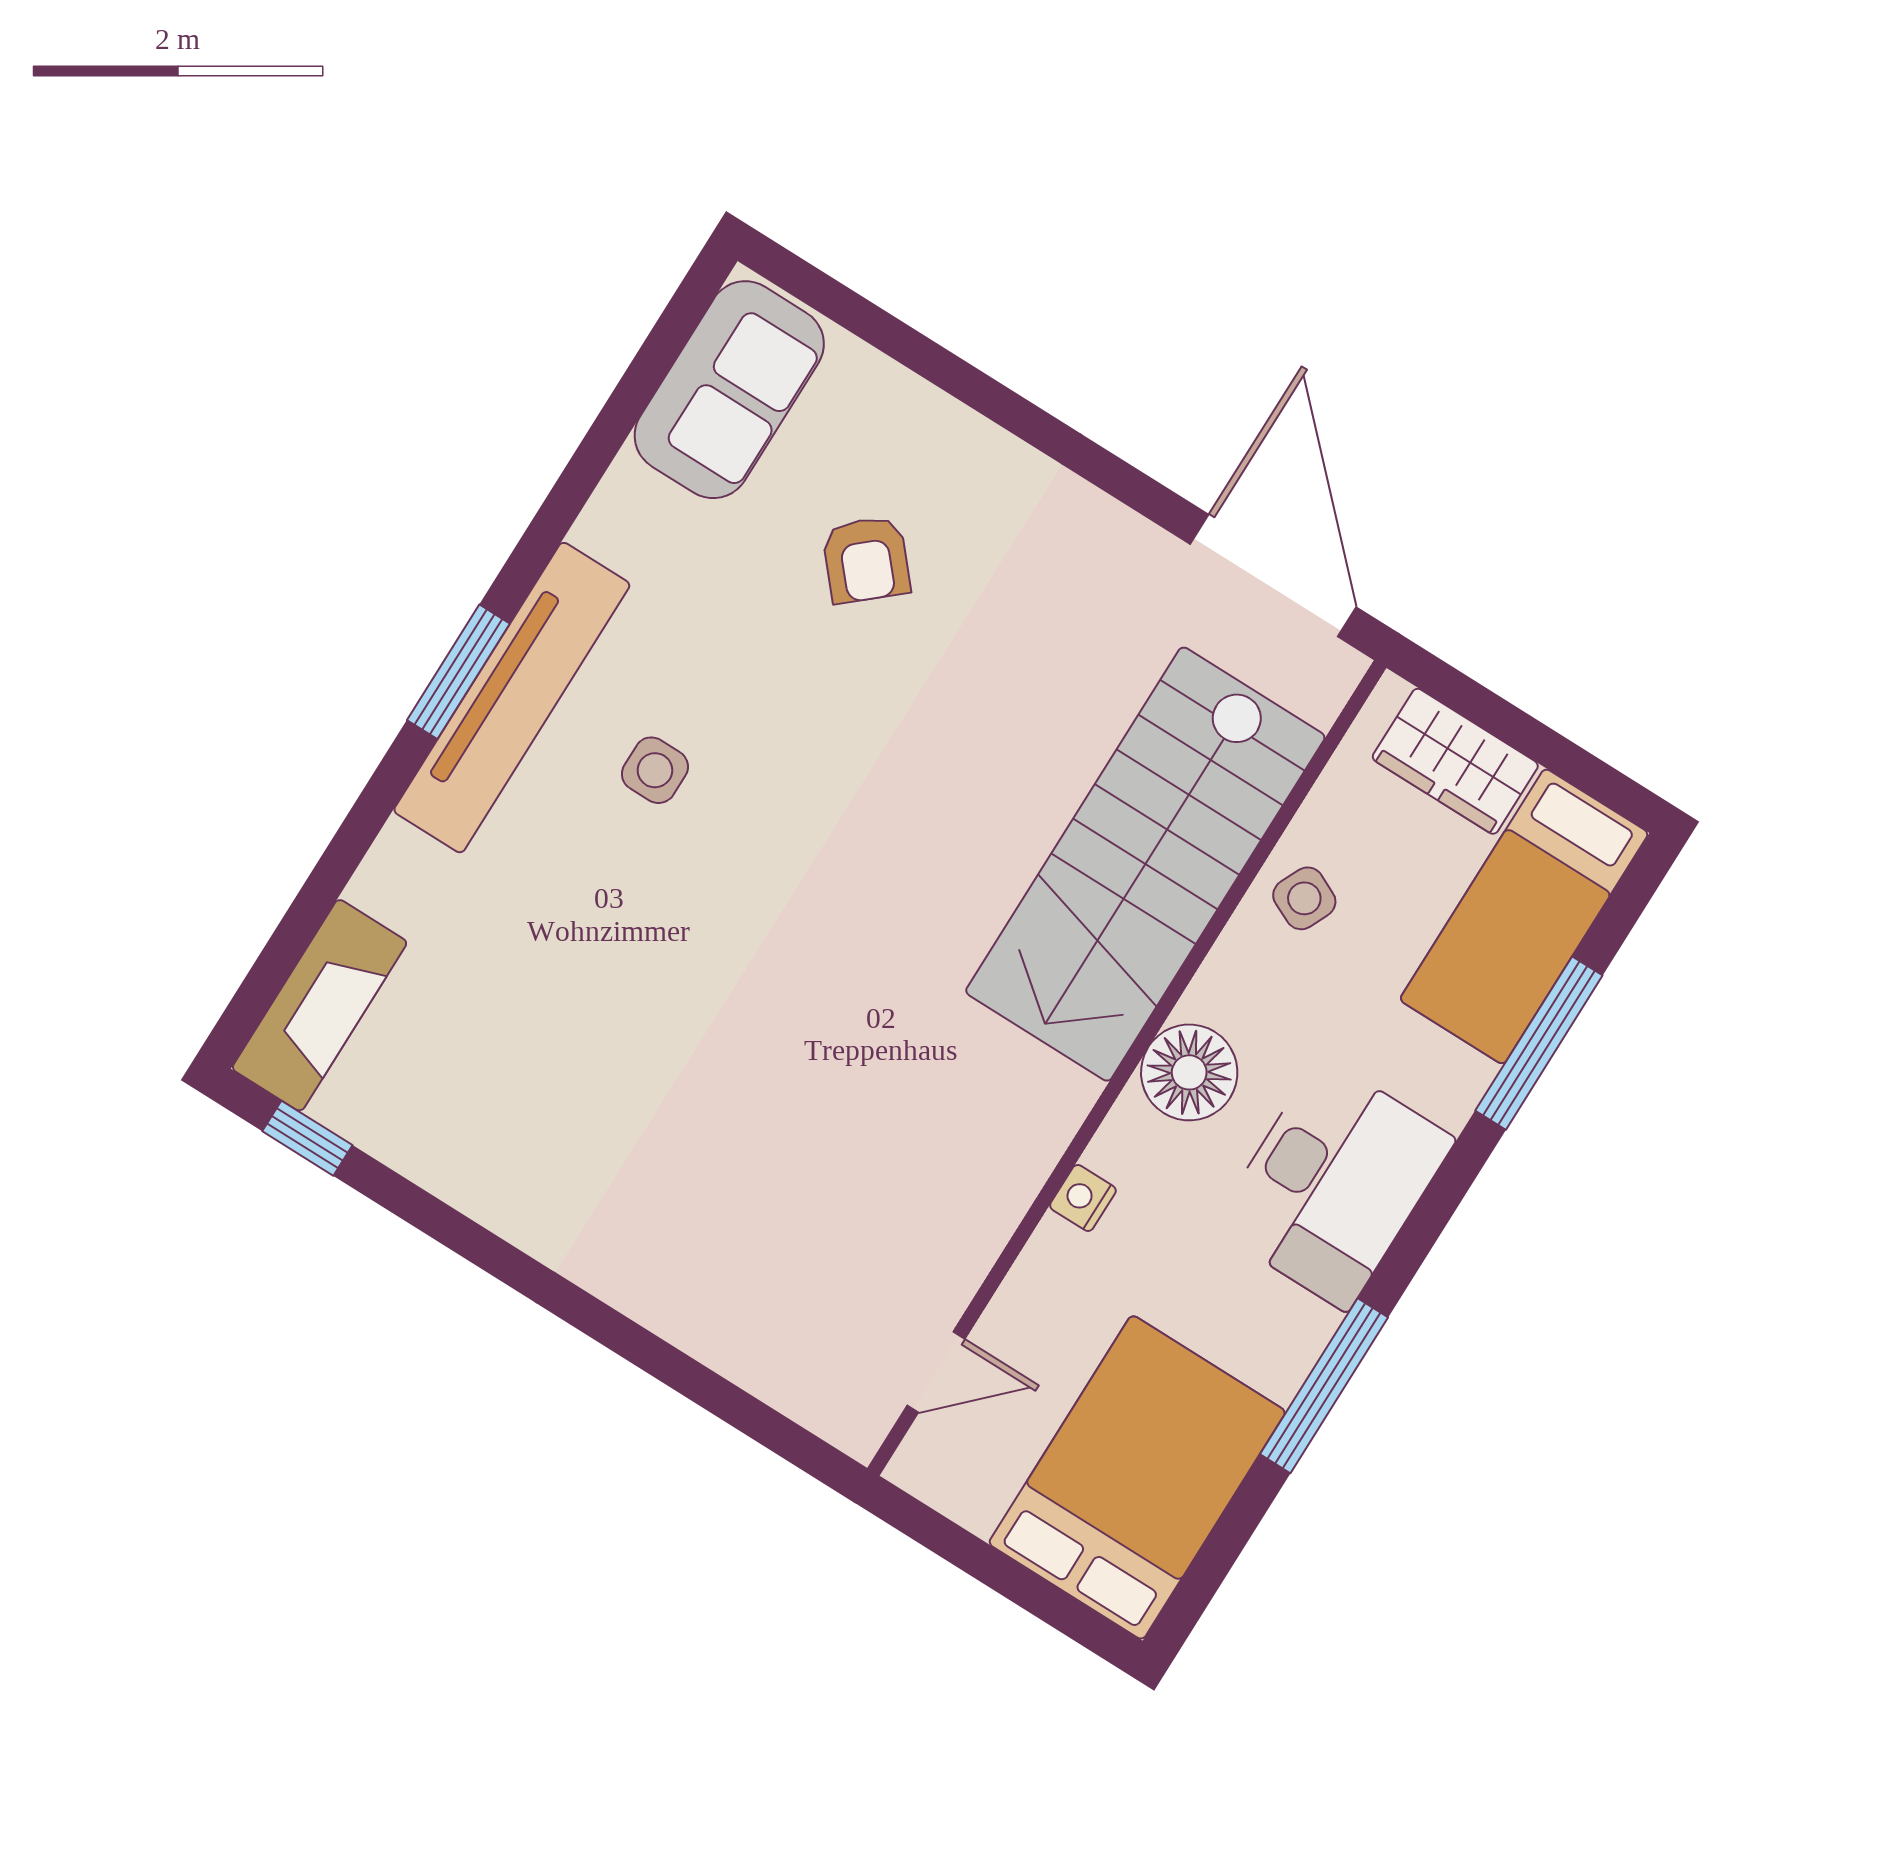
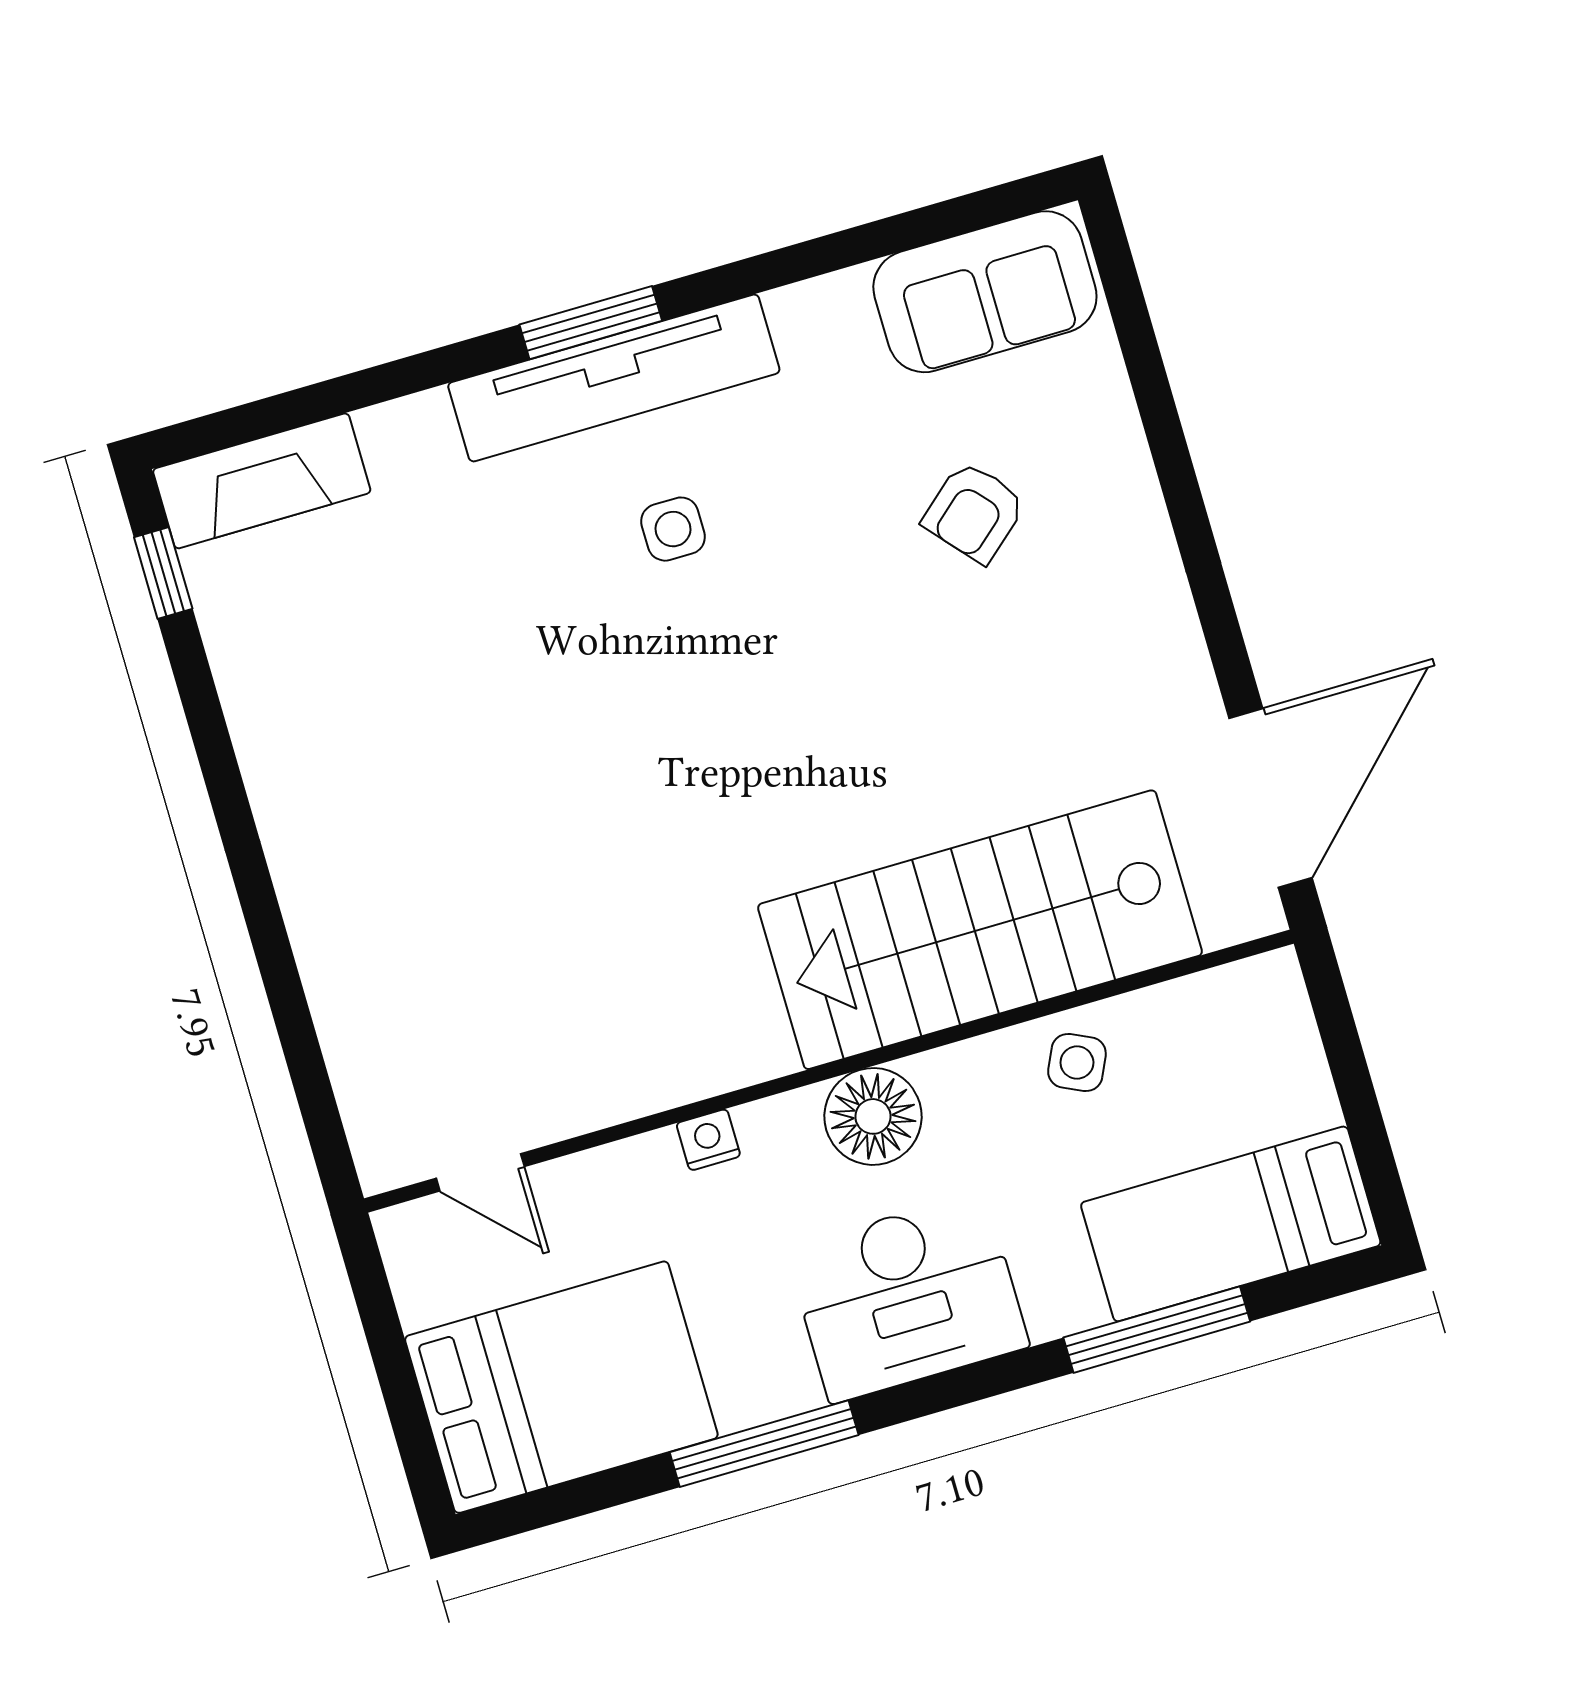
wardrobe: (1455, 761) -> (1283, 1061), removed

